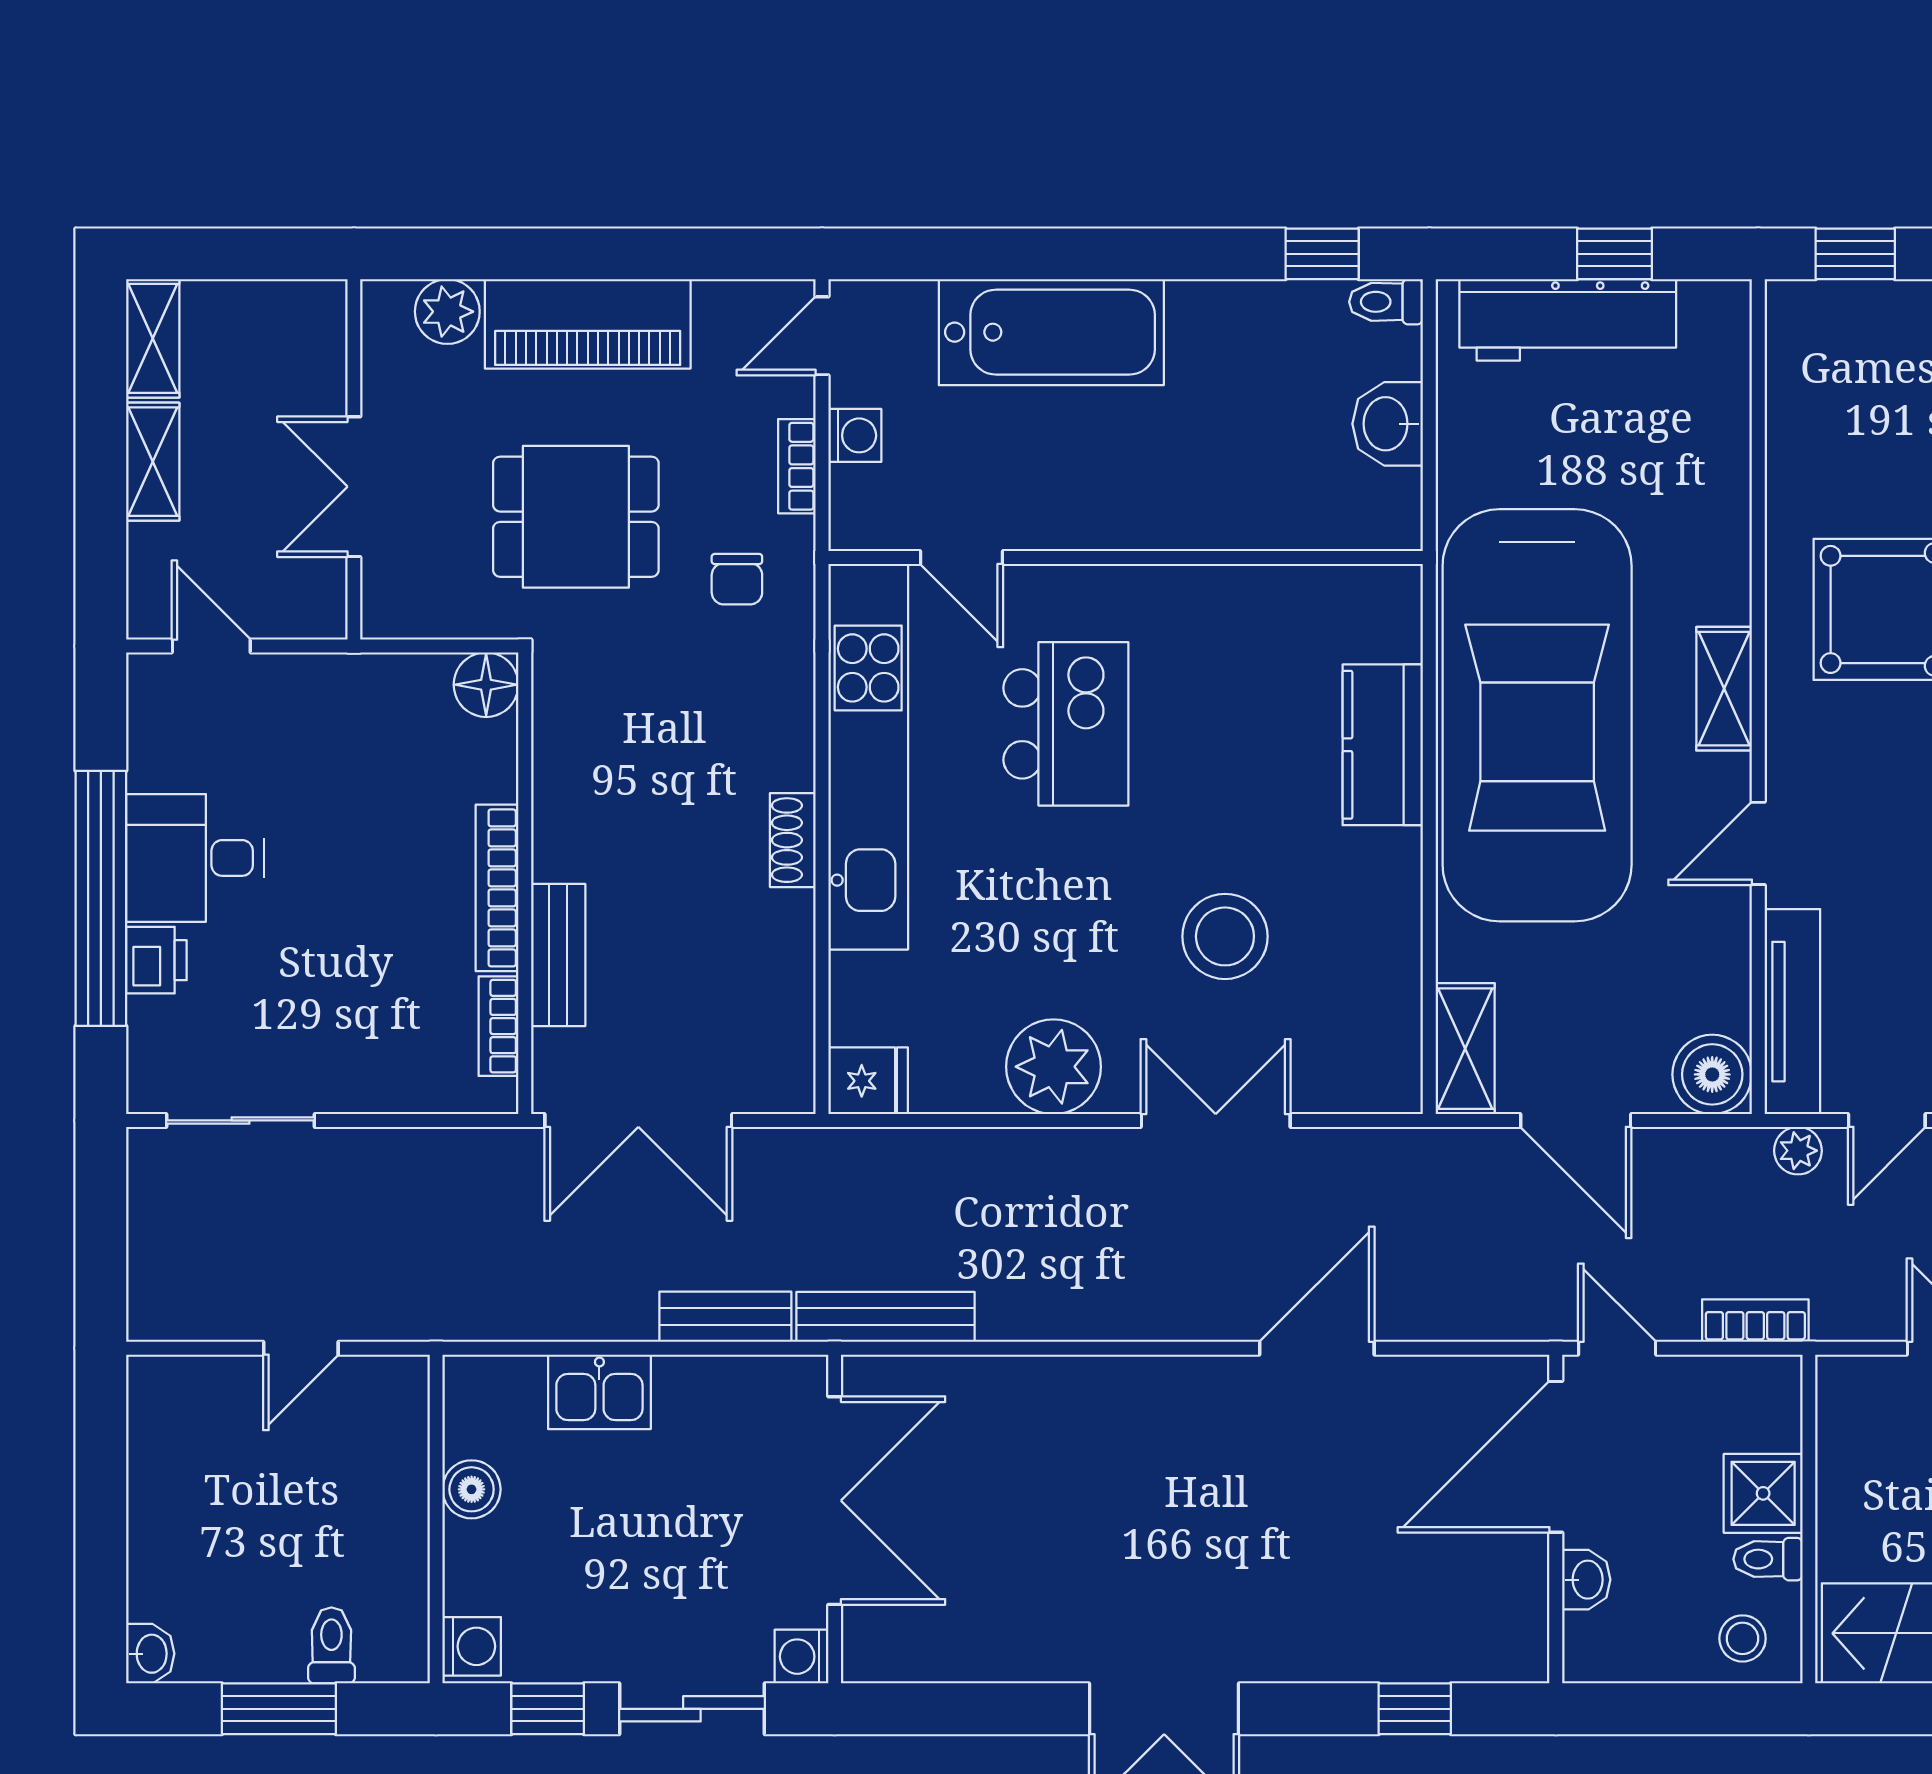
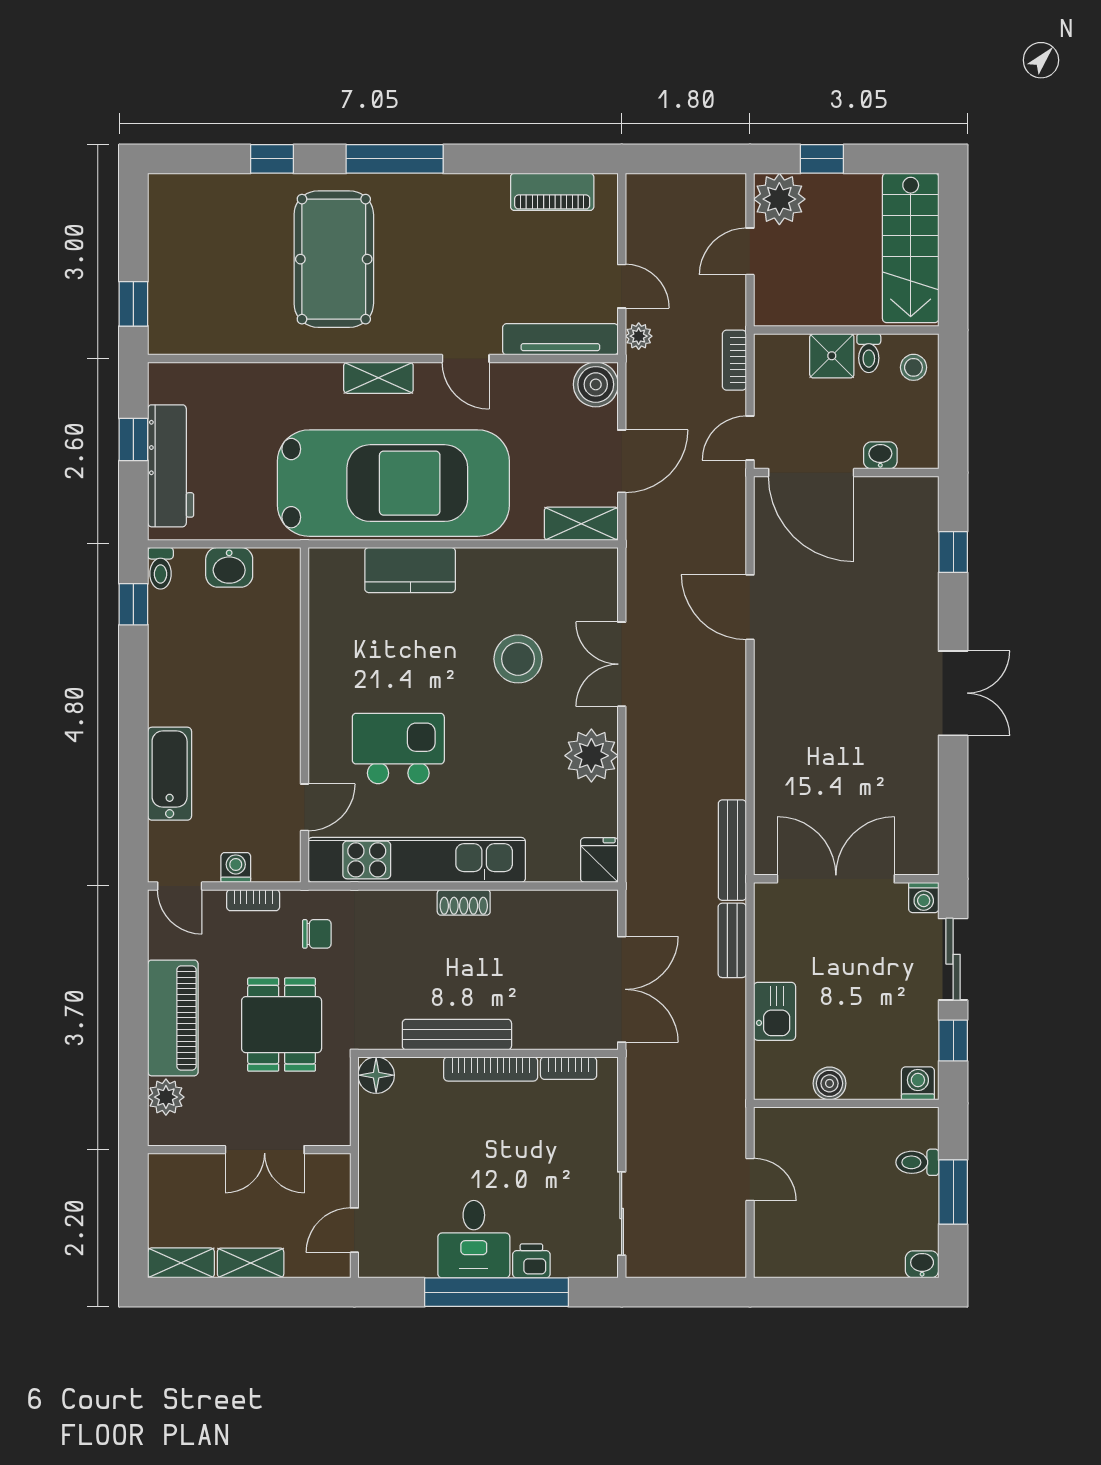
bathtub: (1051, 332) -> (170, 774), width x0.73, depth x0.73
bench: (558, 955) -> (457, 1035), moved, width x1.36

